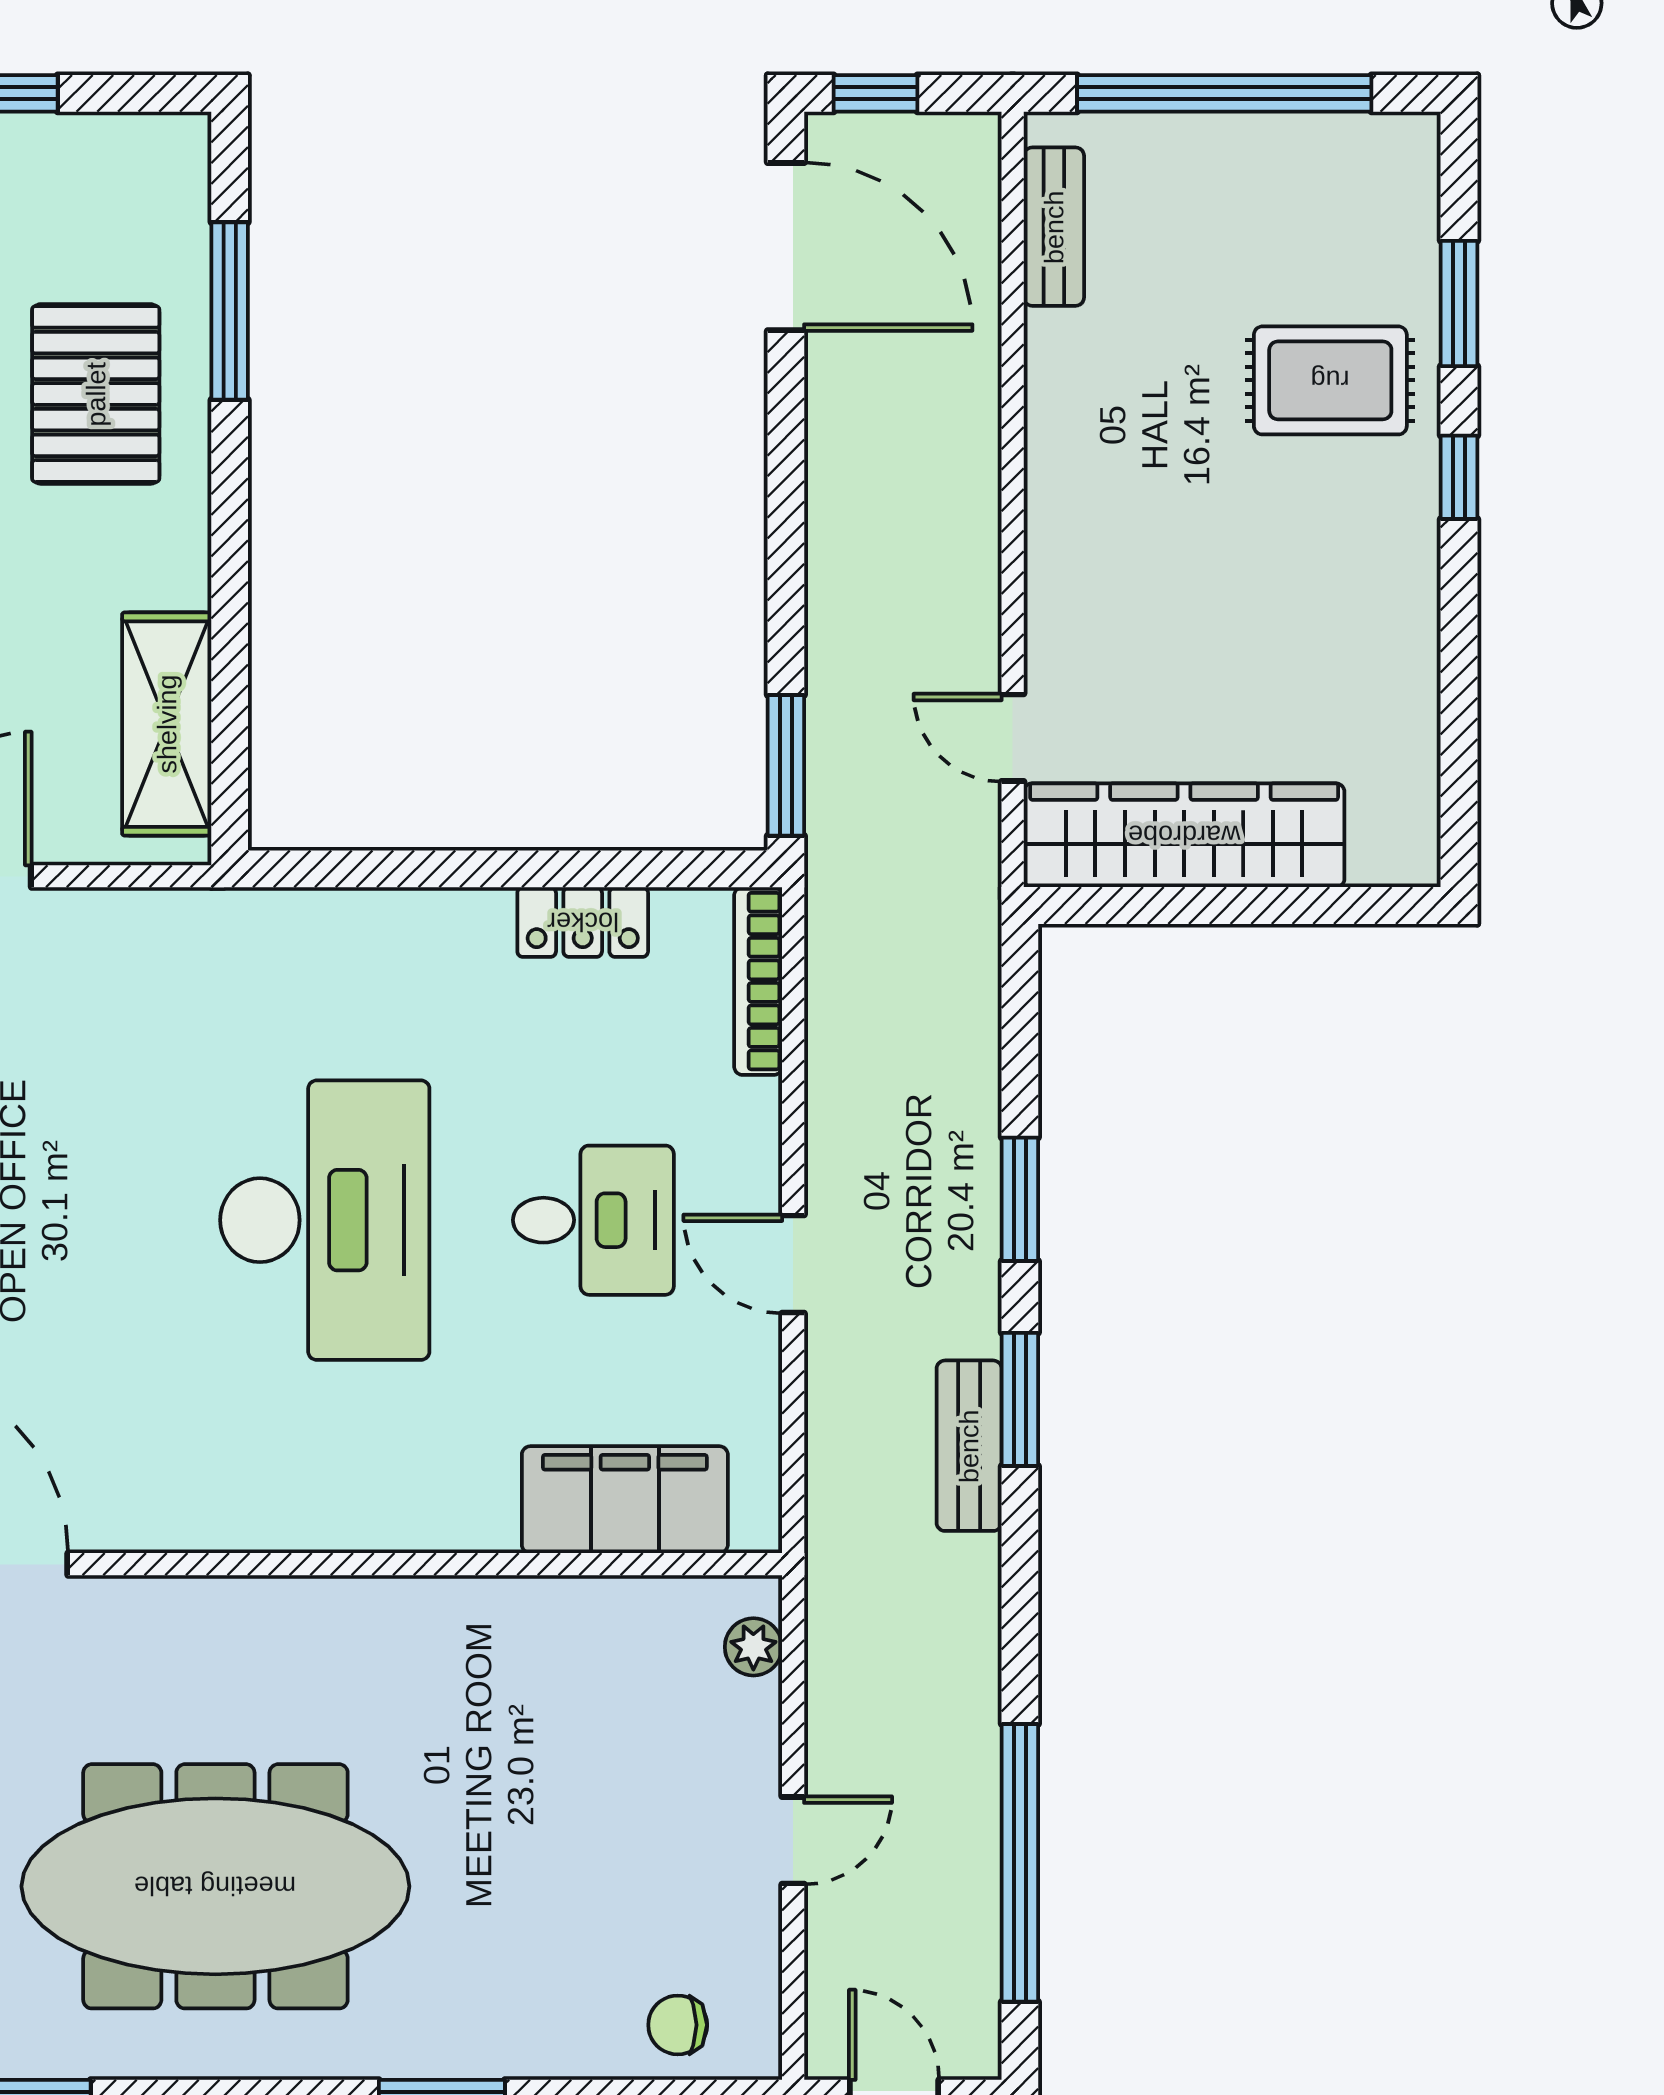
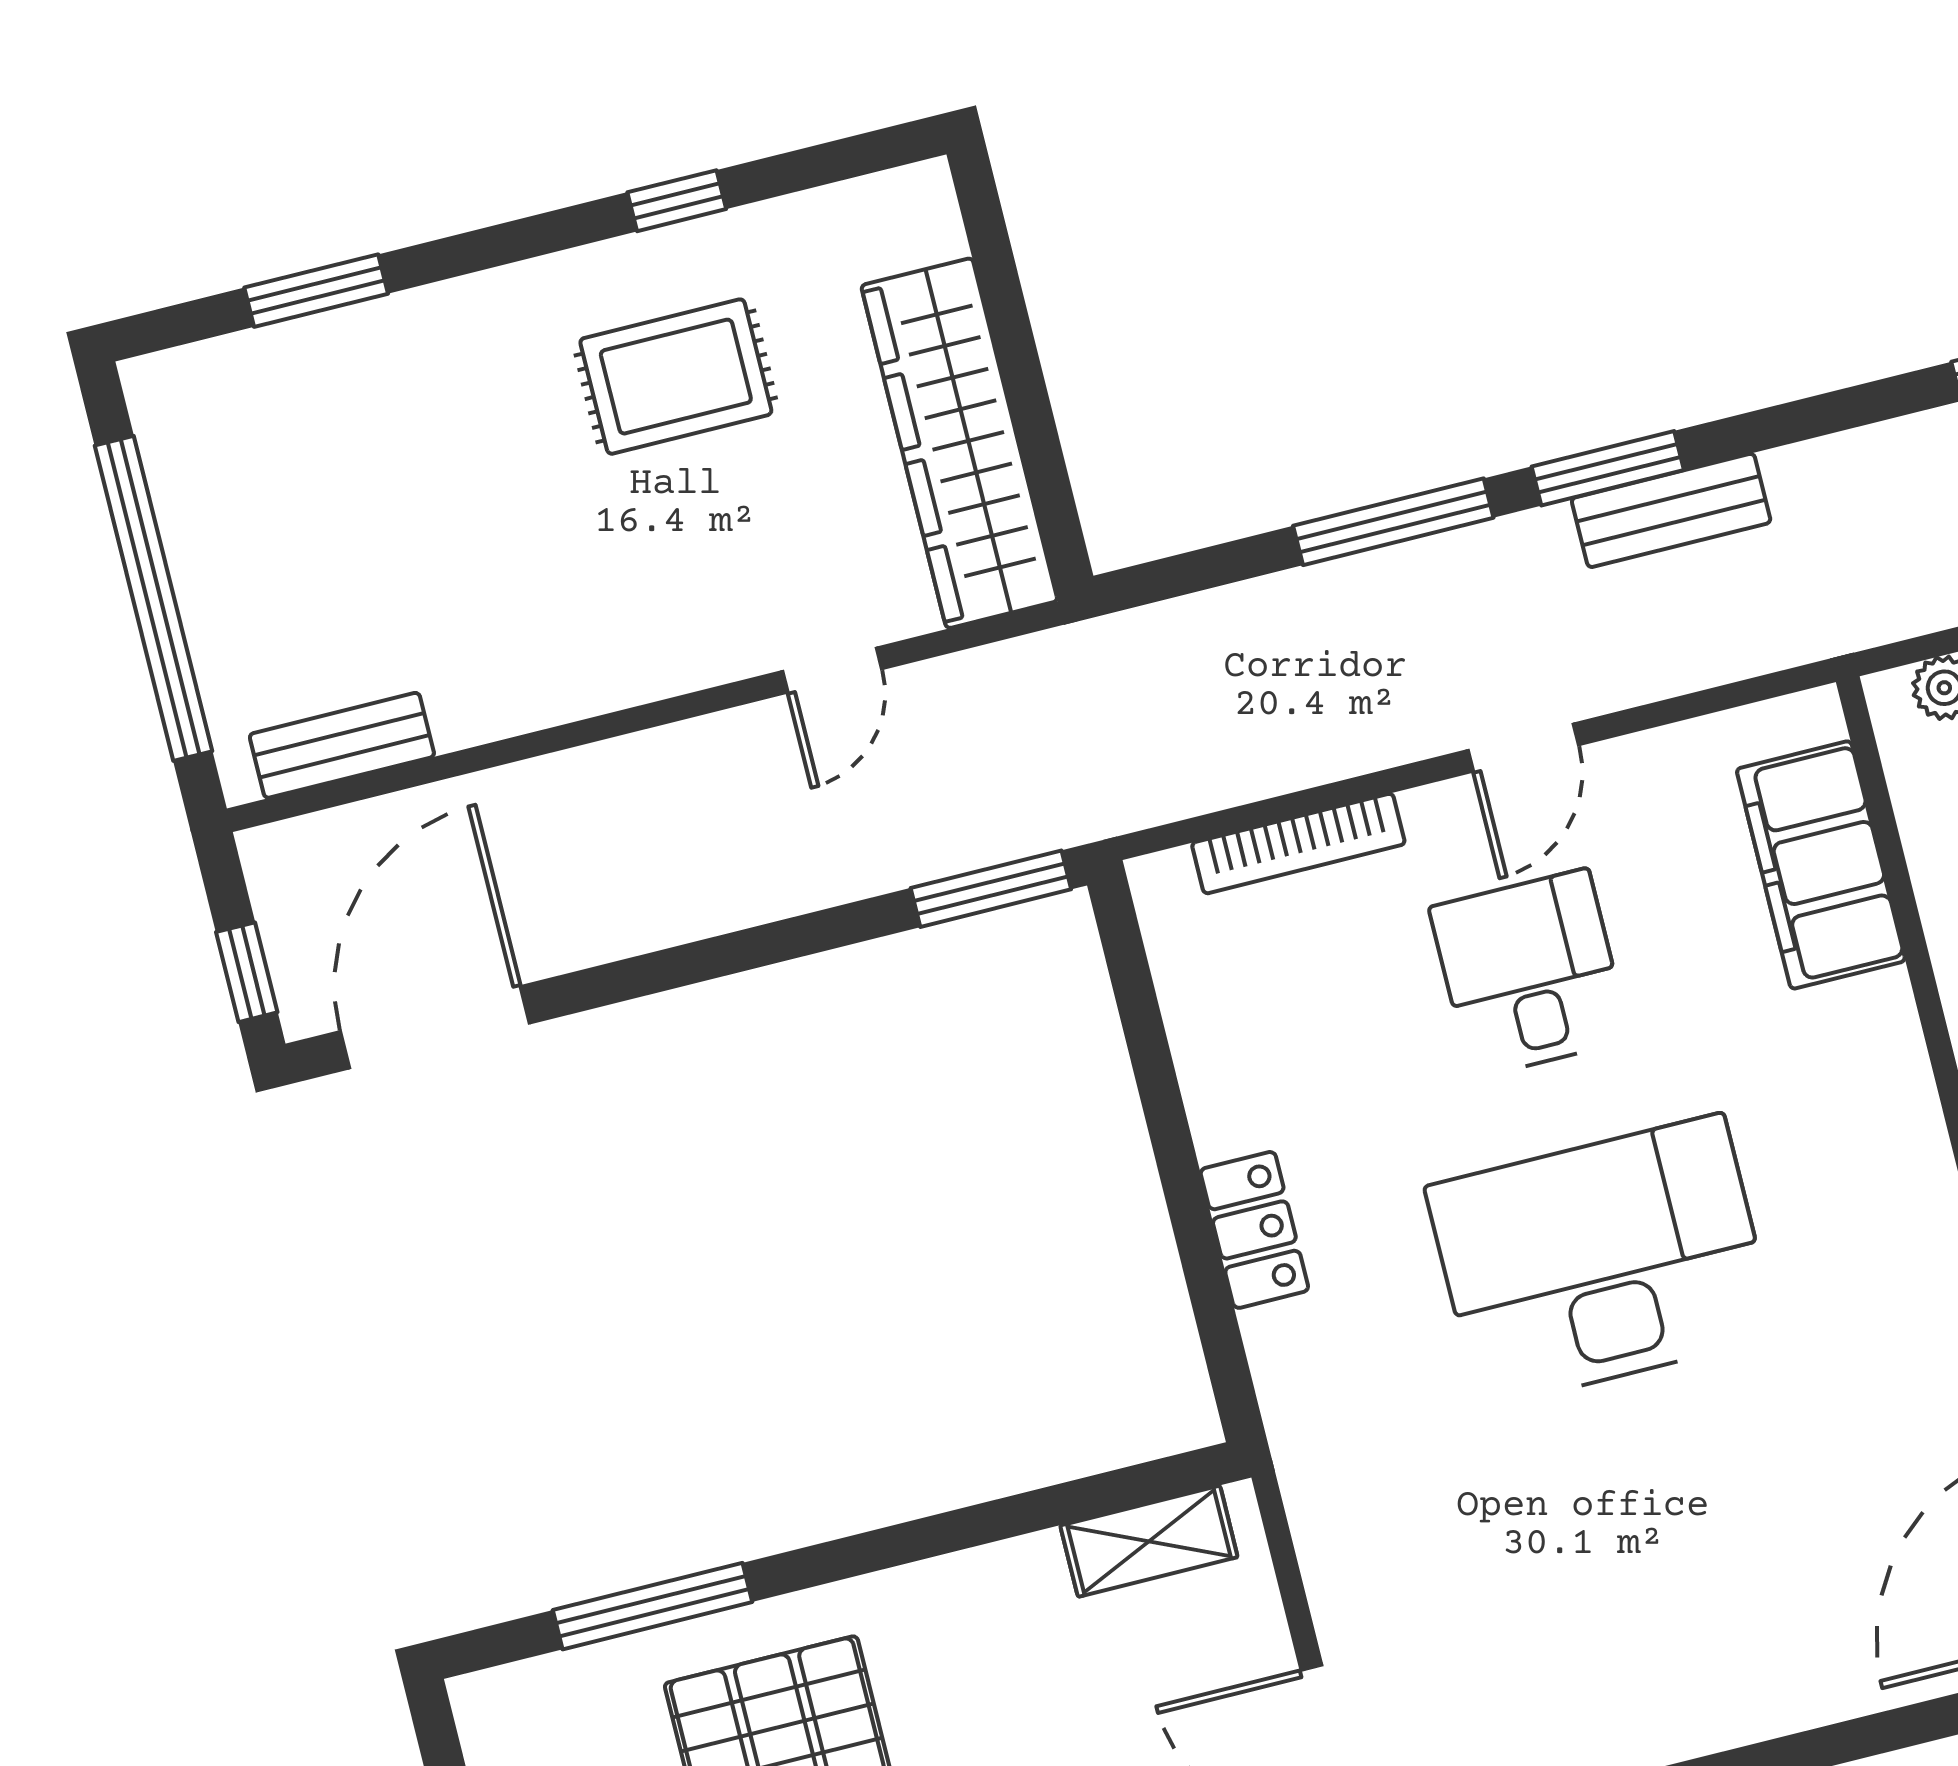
rug: (1330, 380) -> (676, 377), moved, turned 90
window: (1459, 477) -> (677, 201), moved
shelving: (167, 724) -> (1149, 1541), width x0.67, depth x0.75
door: (1013, 738) -> (832, 670), moved
locker: (583, 922) -> (1254, 1230), moved
bookcase: (758, 981) -> (1298, 844), moved
window: (1020, 1199) -> (1393, 522), width x1.44

